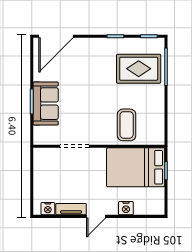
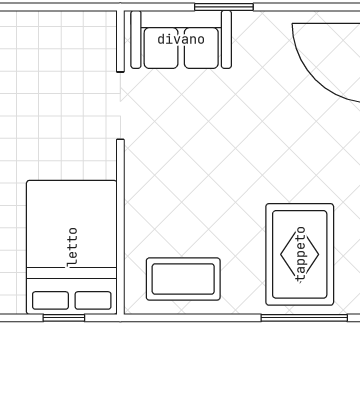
sofa: (46, 104) -> (181, 39), moved
coffee table: (127, 125) -> (183, 279), moved

